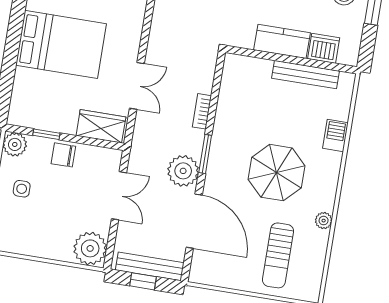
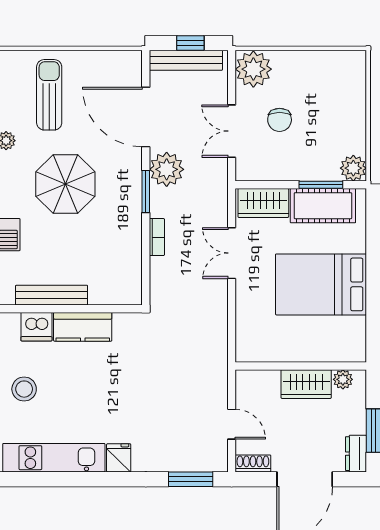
cot: (48, 115) -> (323, 206), added
window: (46, 134) -> (321, 185), width x1.50
chair: (63, 155) -> (280, 120), moved, turned 90
side table: (22, 189) -> (338, 121), removed

